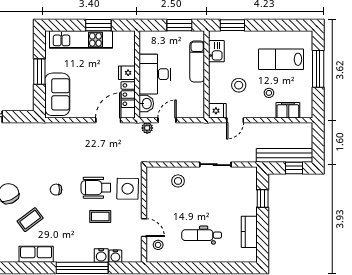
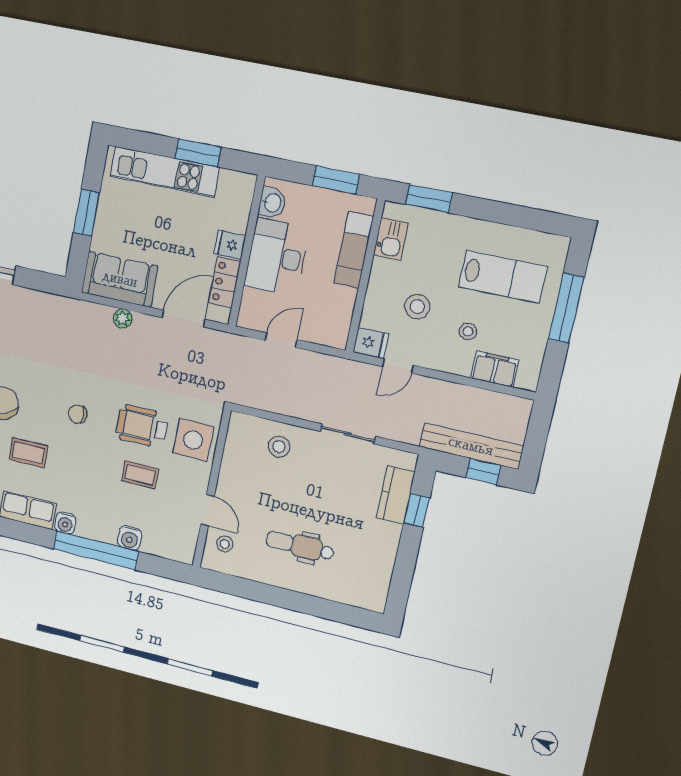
lab bench: (281, 59) -> (503, 277), turned 180
sofa: (57, 94) -> (120, 279), moved, turned -90
washbasin: (146, 104) -> (272, 203), moved
plant: (147, 128) -> (123, 319), moved
coffee table: (30, 220) -> (28, 453), turned 37
kitchen counter: (249, 232) -> (396, 495), moved
water cooler: (115, 256) -> (65, 523), moved

